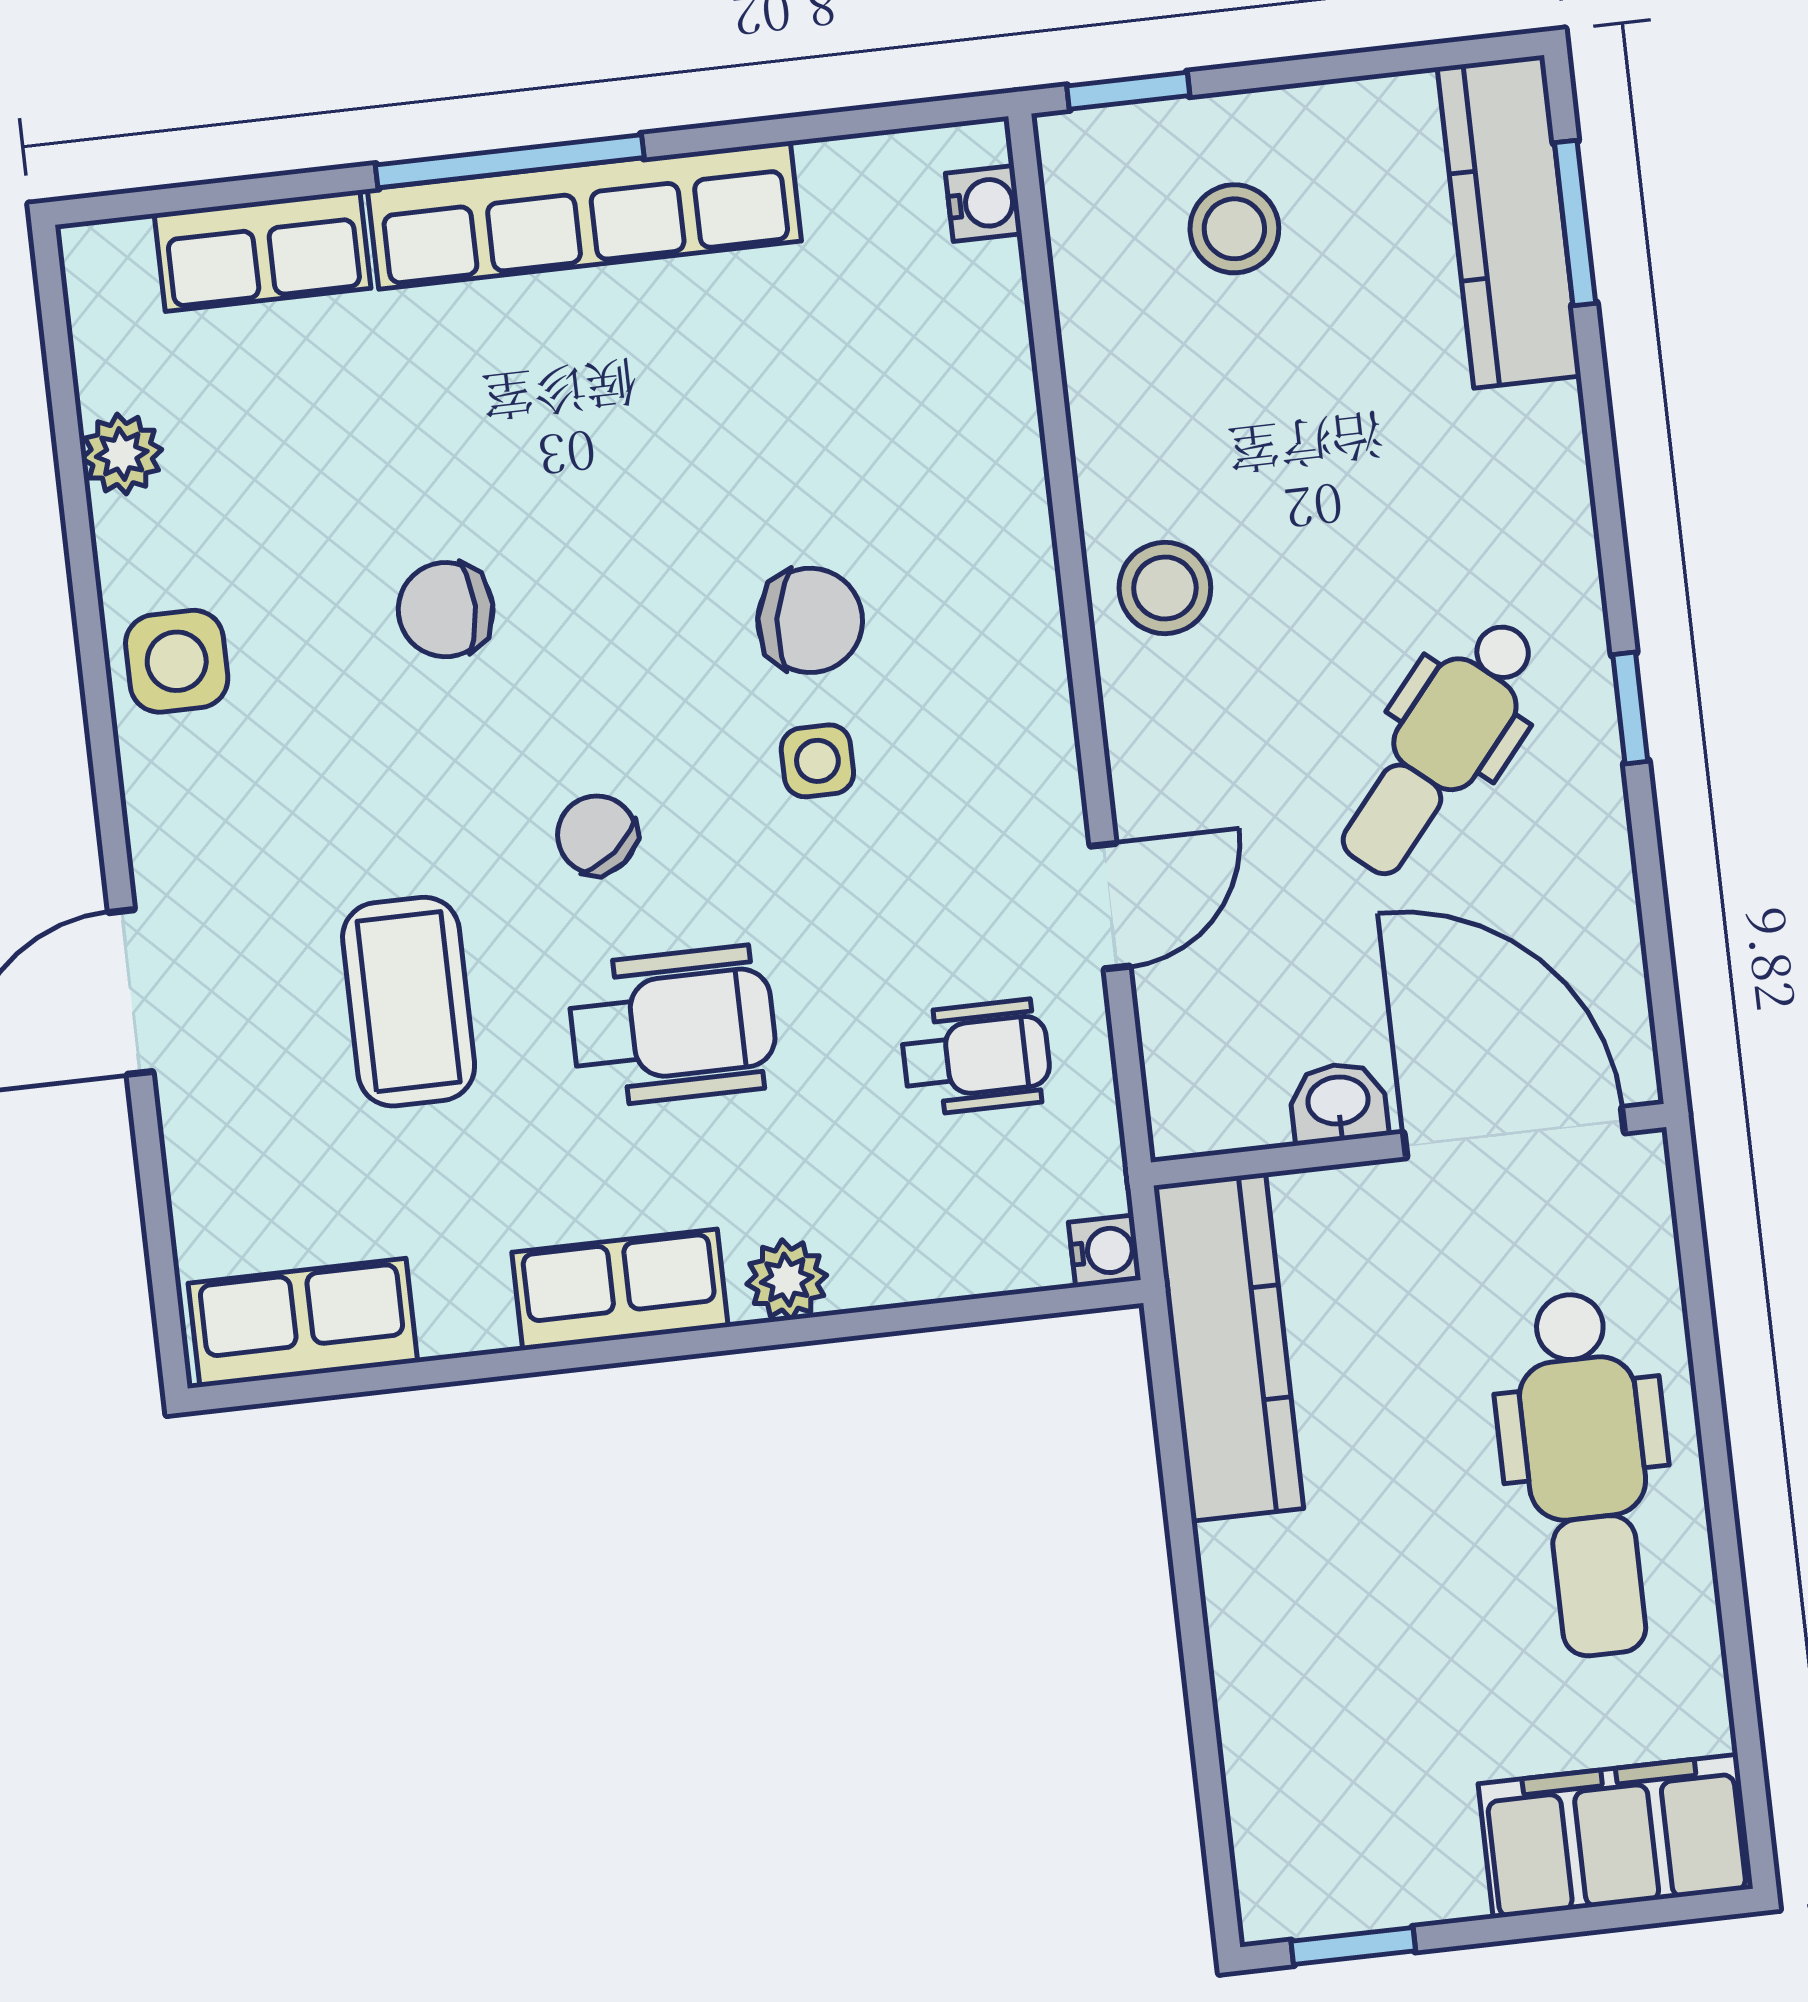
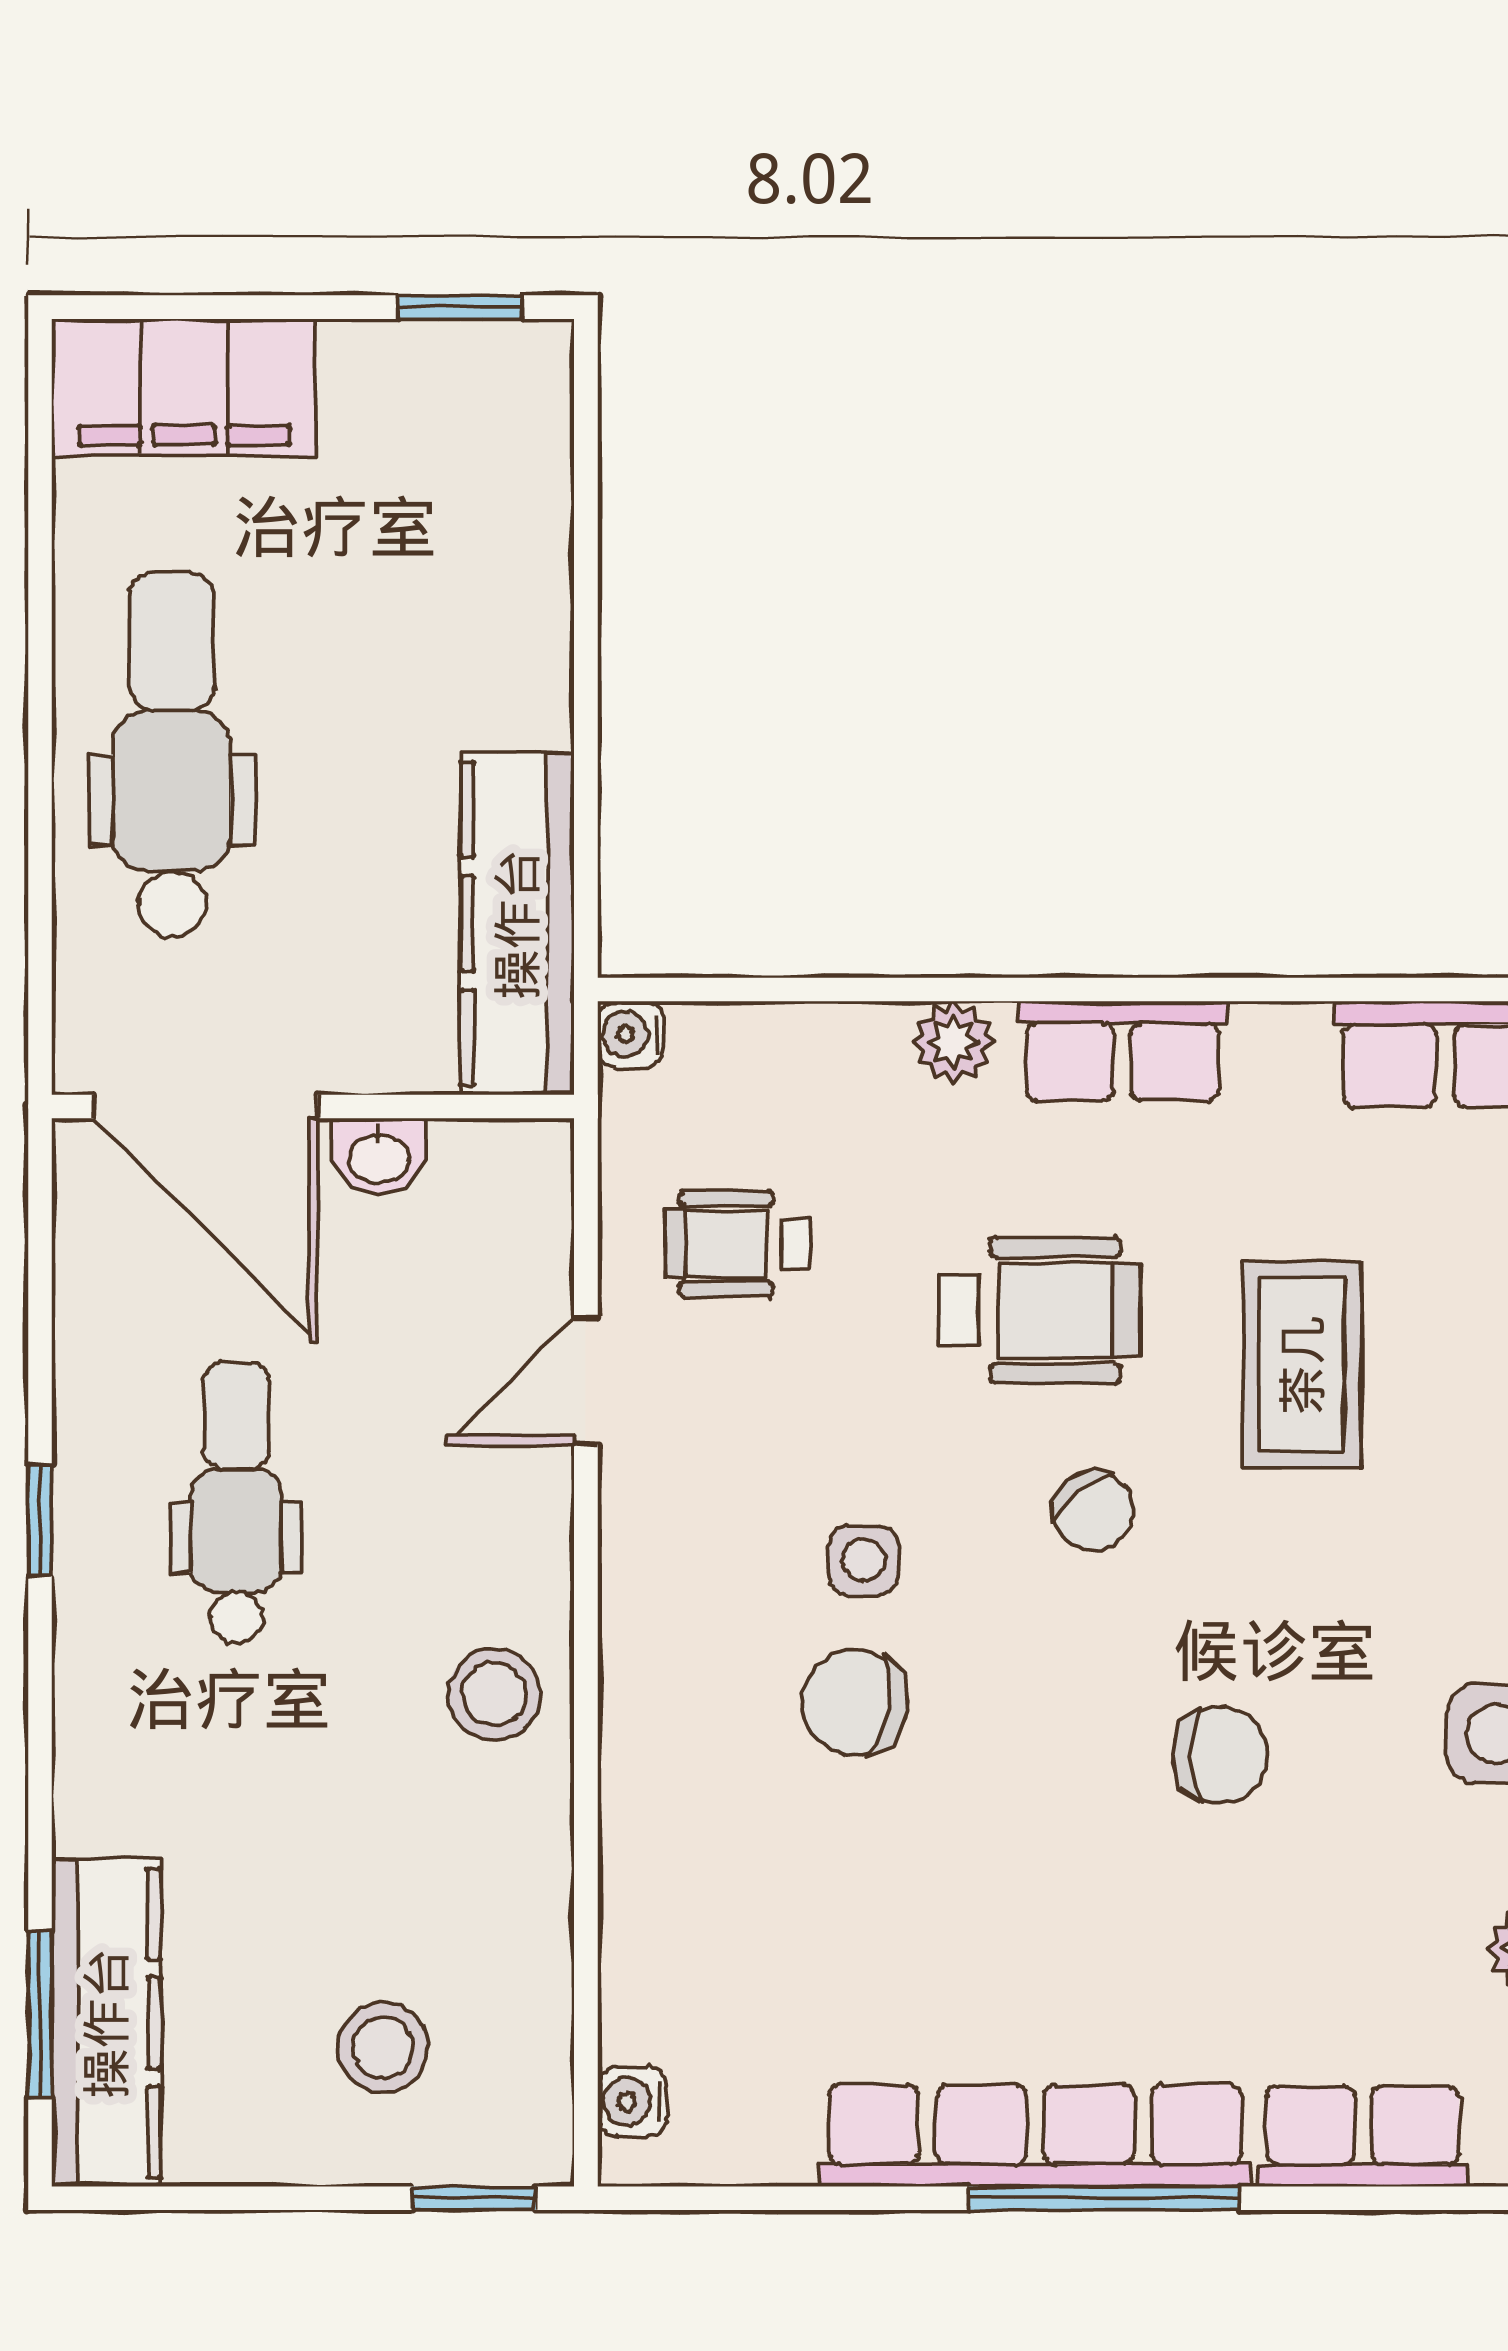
dental chair: (1440, 747) -> (236, 1502), turned -40
wheelchair: (673, 1026) -> (1039, 1310), turned 180

